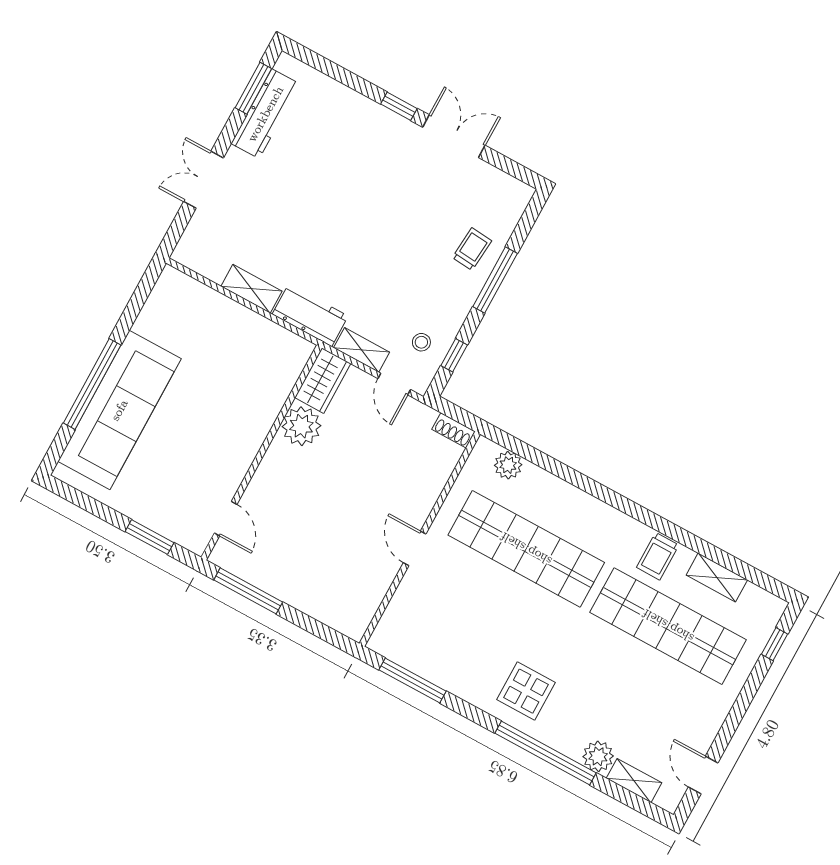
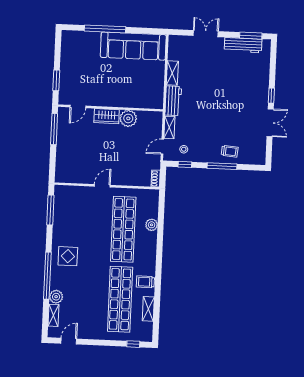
wardrobe: (323, 381) -> (107, 116), moved
sofa: (119, 410) -> (133, 46), moved
plant: (508, 465) -> (152, 225), moved

